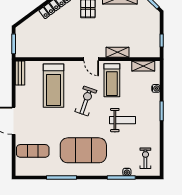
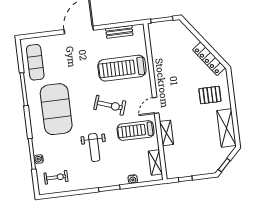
bench: (20, 73) -> (119, 32), moved
exercise mat: (33, 151) -> (35, 62), moved

